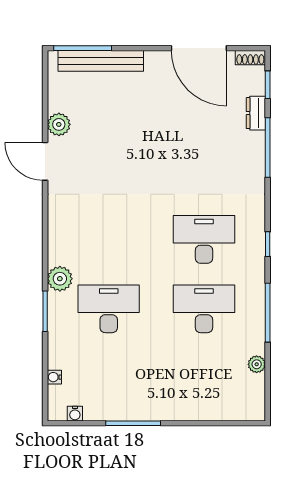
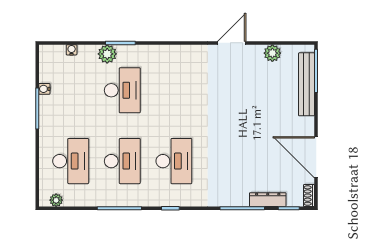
door: (199, 48) -> (316, 157), hinge flipped
dresser: (256, 113) -> (268, 200), width x1.44
plant: (59, 124) -> (272, 53), moved
plant: (60, 279) -> (107, 54), moved
plant: (257, 364) -> (56, 200), moved
desk: (204, 378) -> (71, 161), added
water cooler: (75, 414) -> (44, 89), moved

